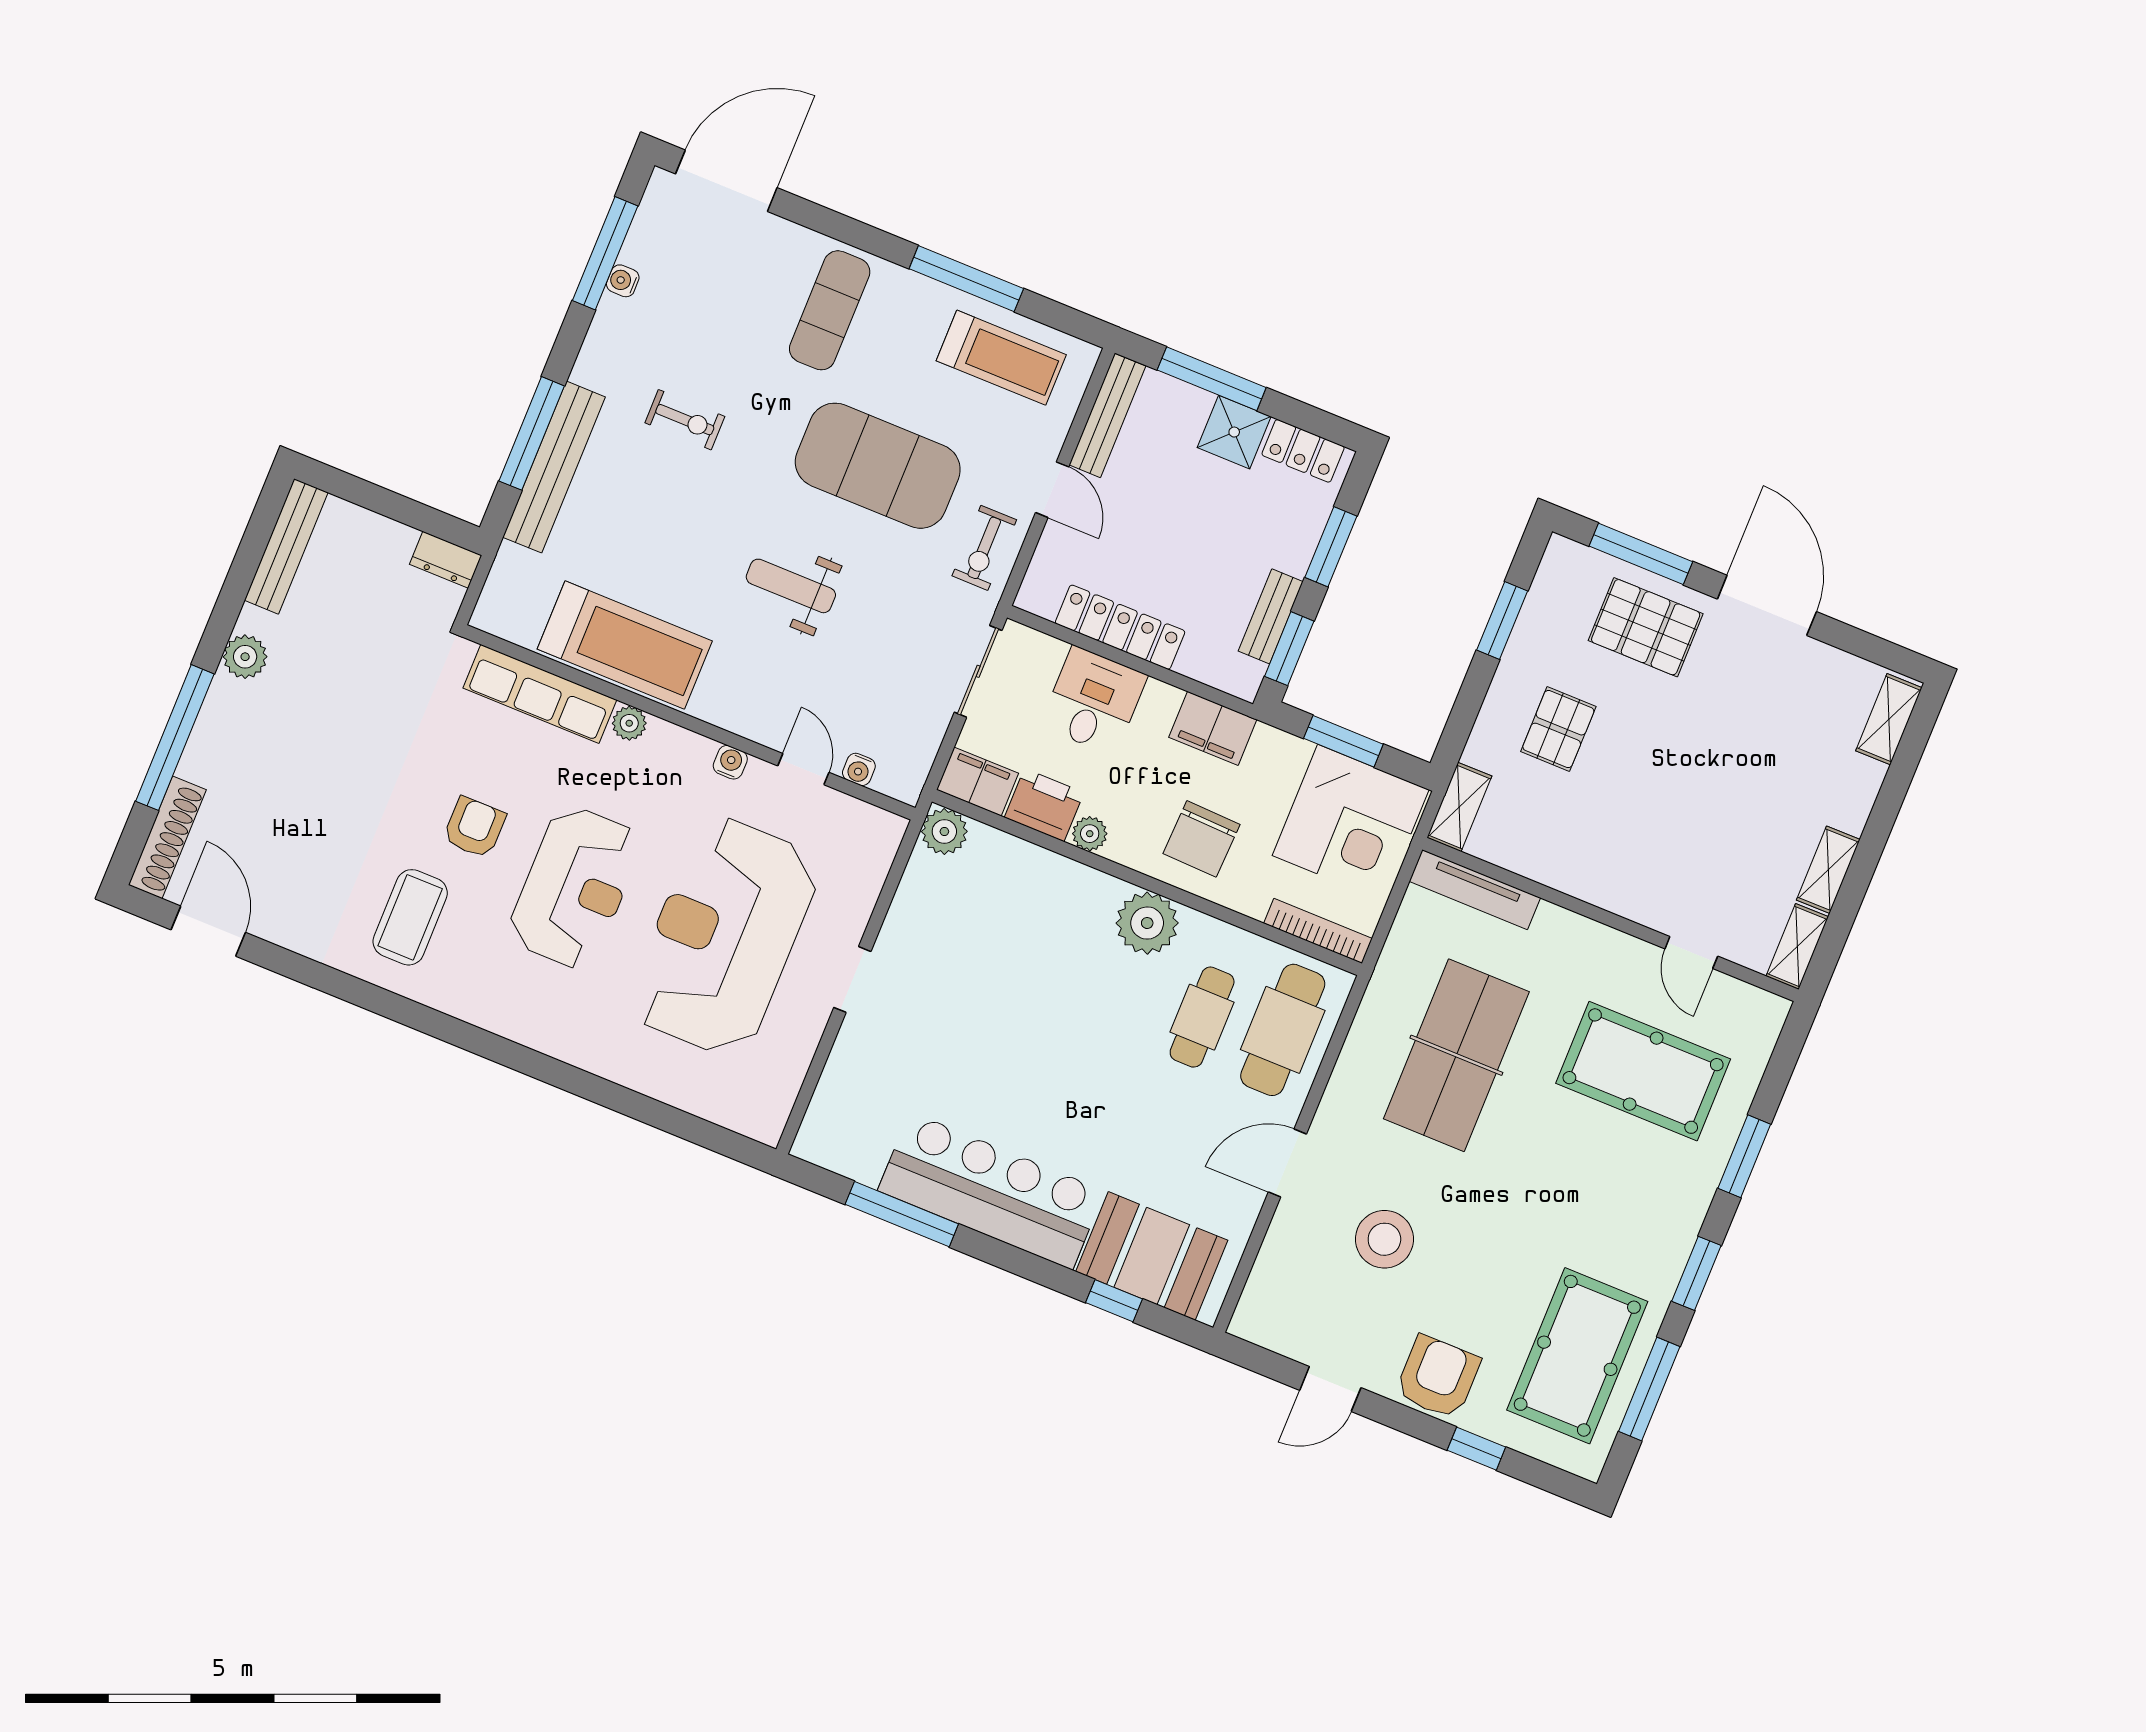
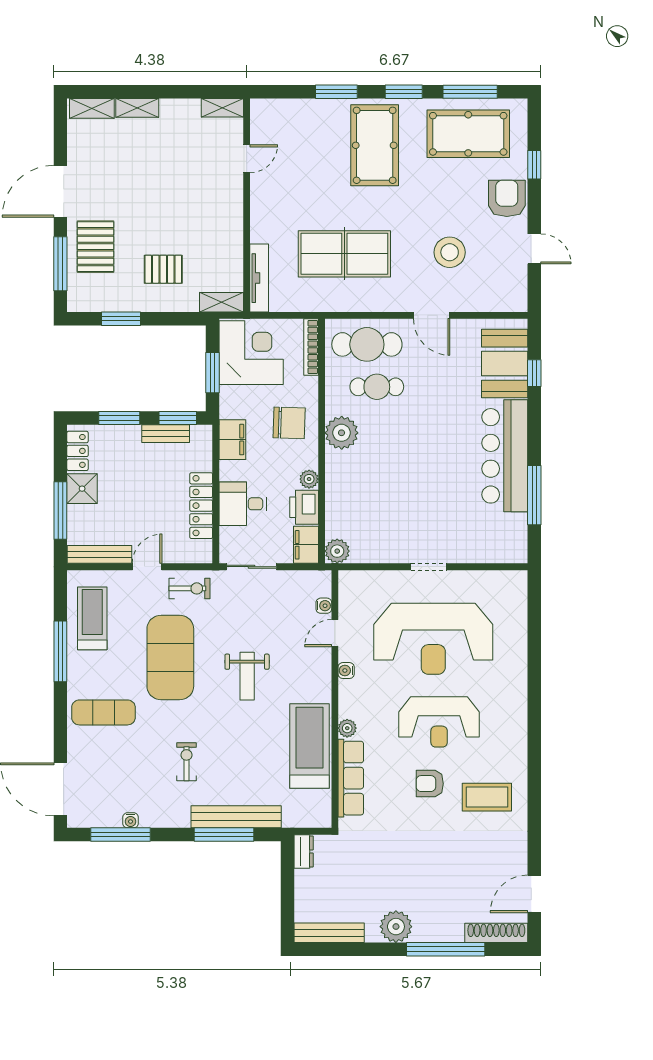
plant: (245, 657) -> (396, 927), width x1.36, depth x1.36
shelving: (1828, 870) -> (137, 108), moved
reception desk: (575, 887) -> (439, 722), turned 180
pool table: (1643, 1071) -> (375, 145), moved
armchair: (1438, 1377) -> (507, 198), turned 90

